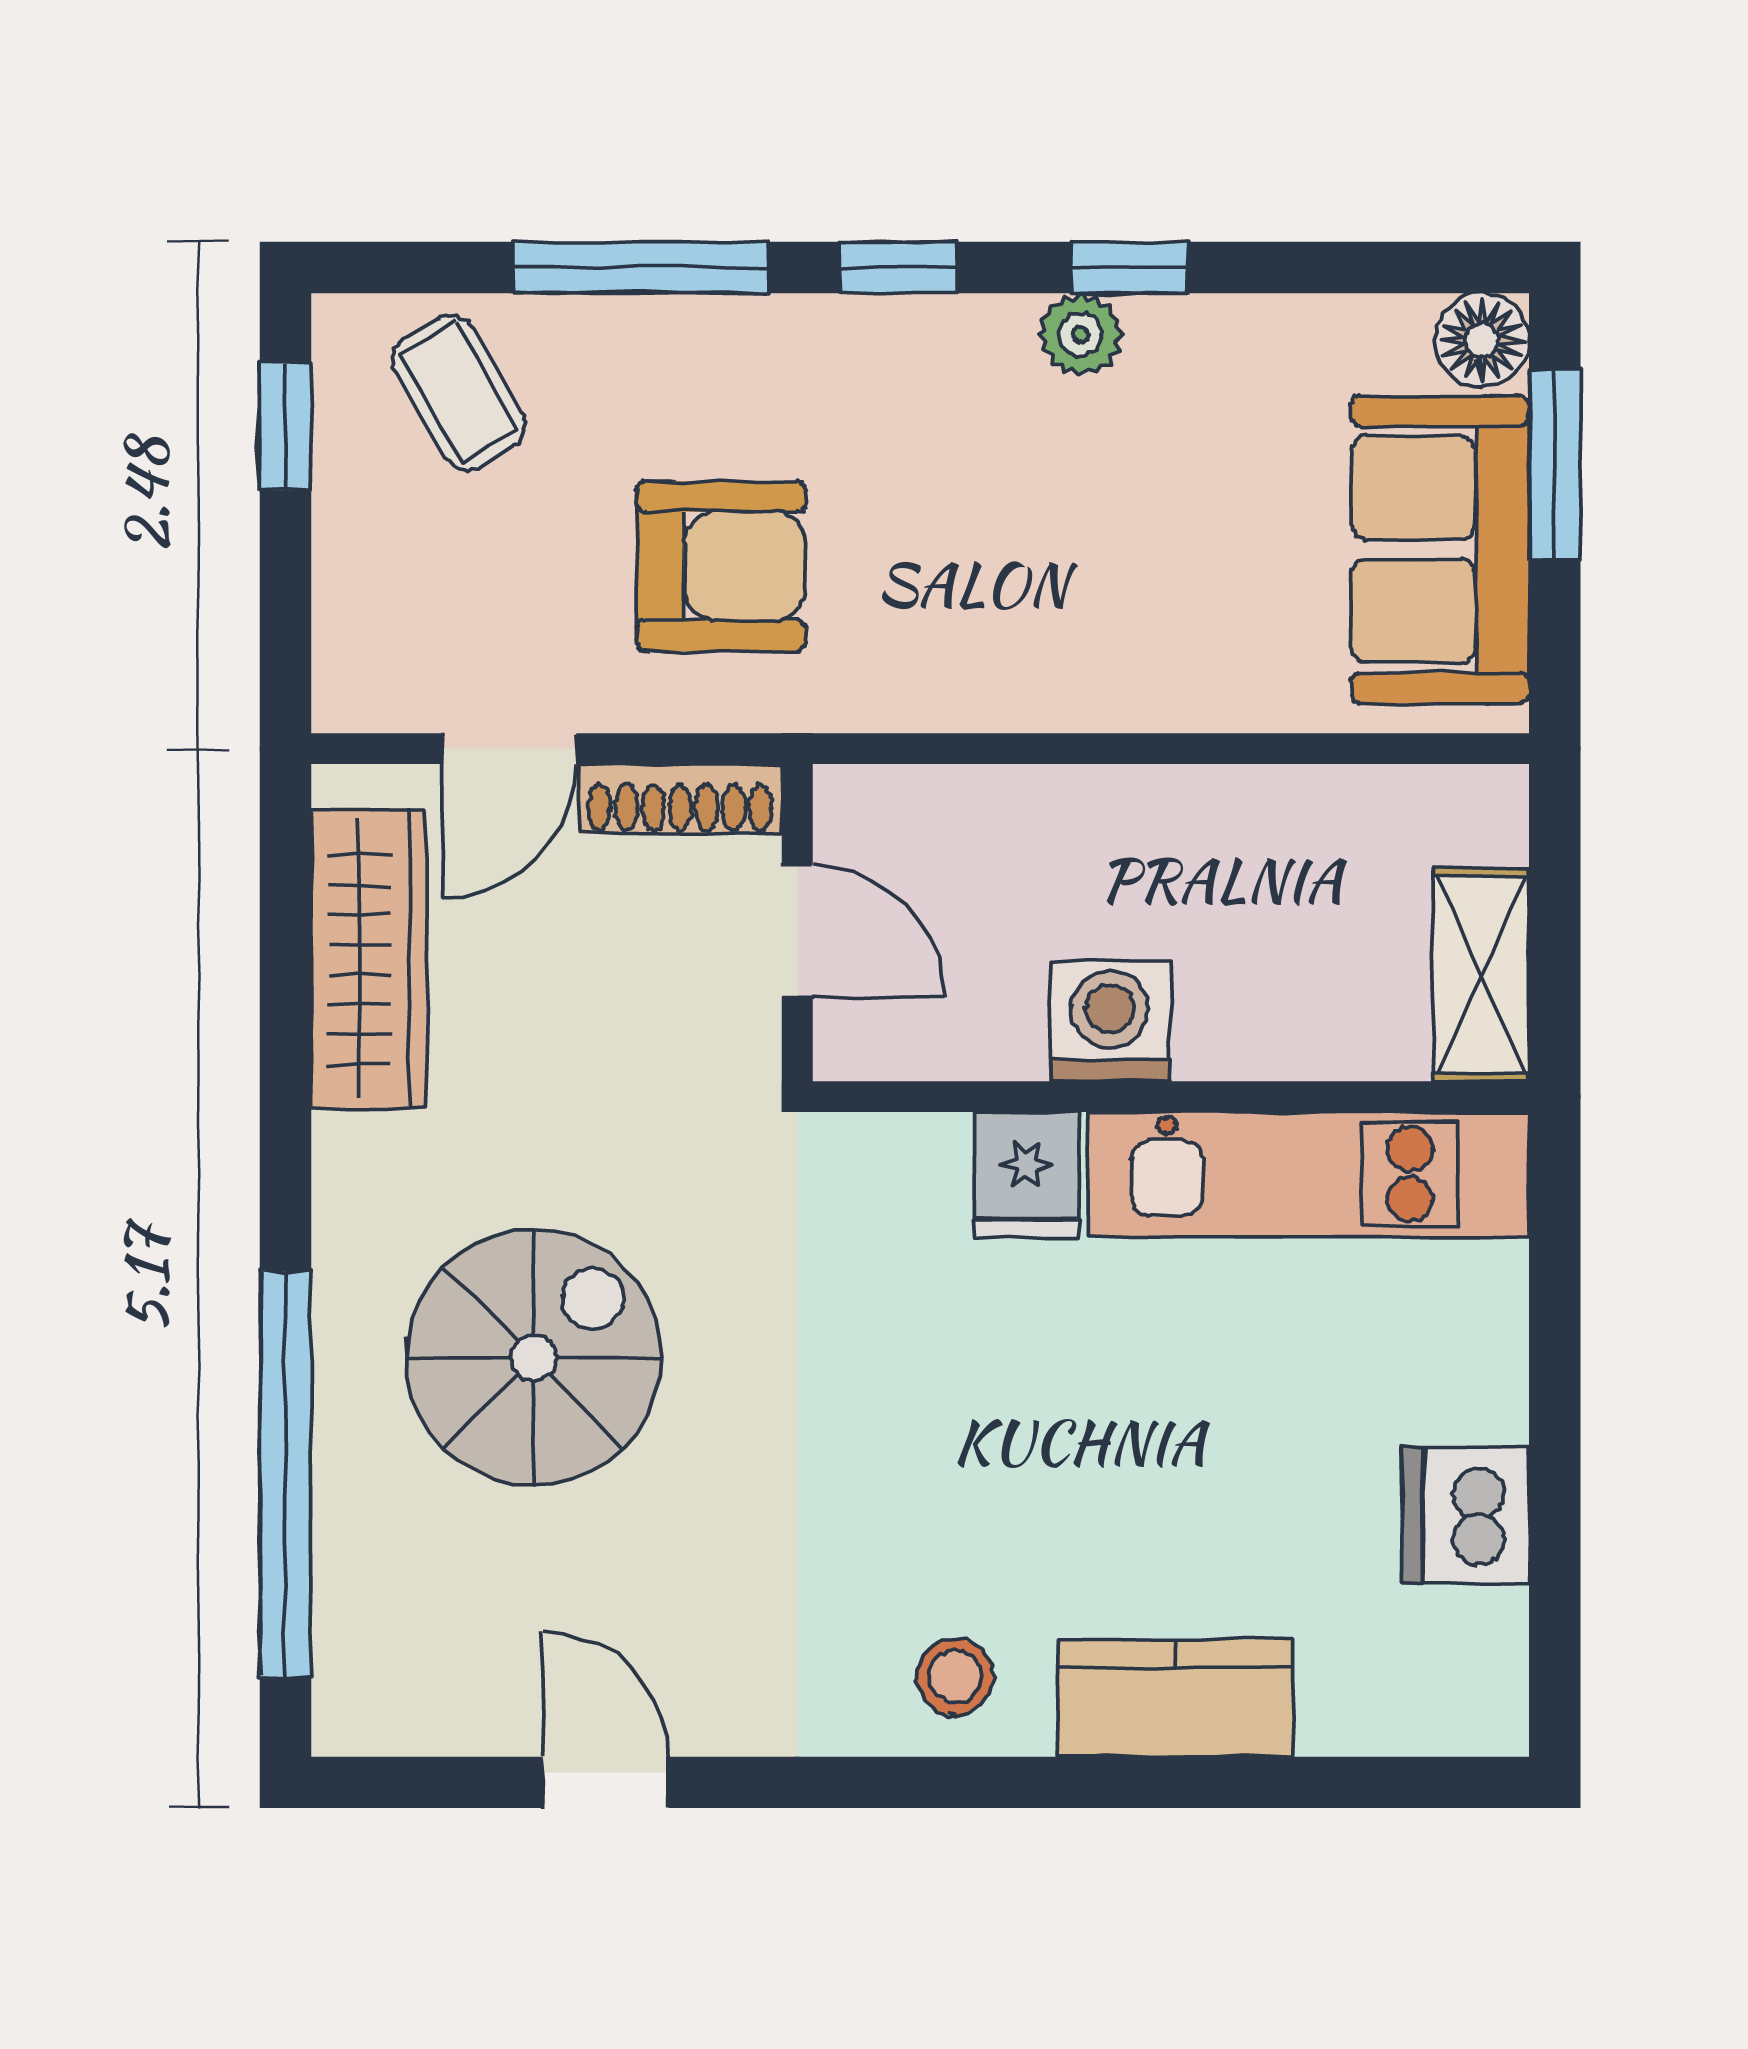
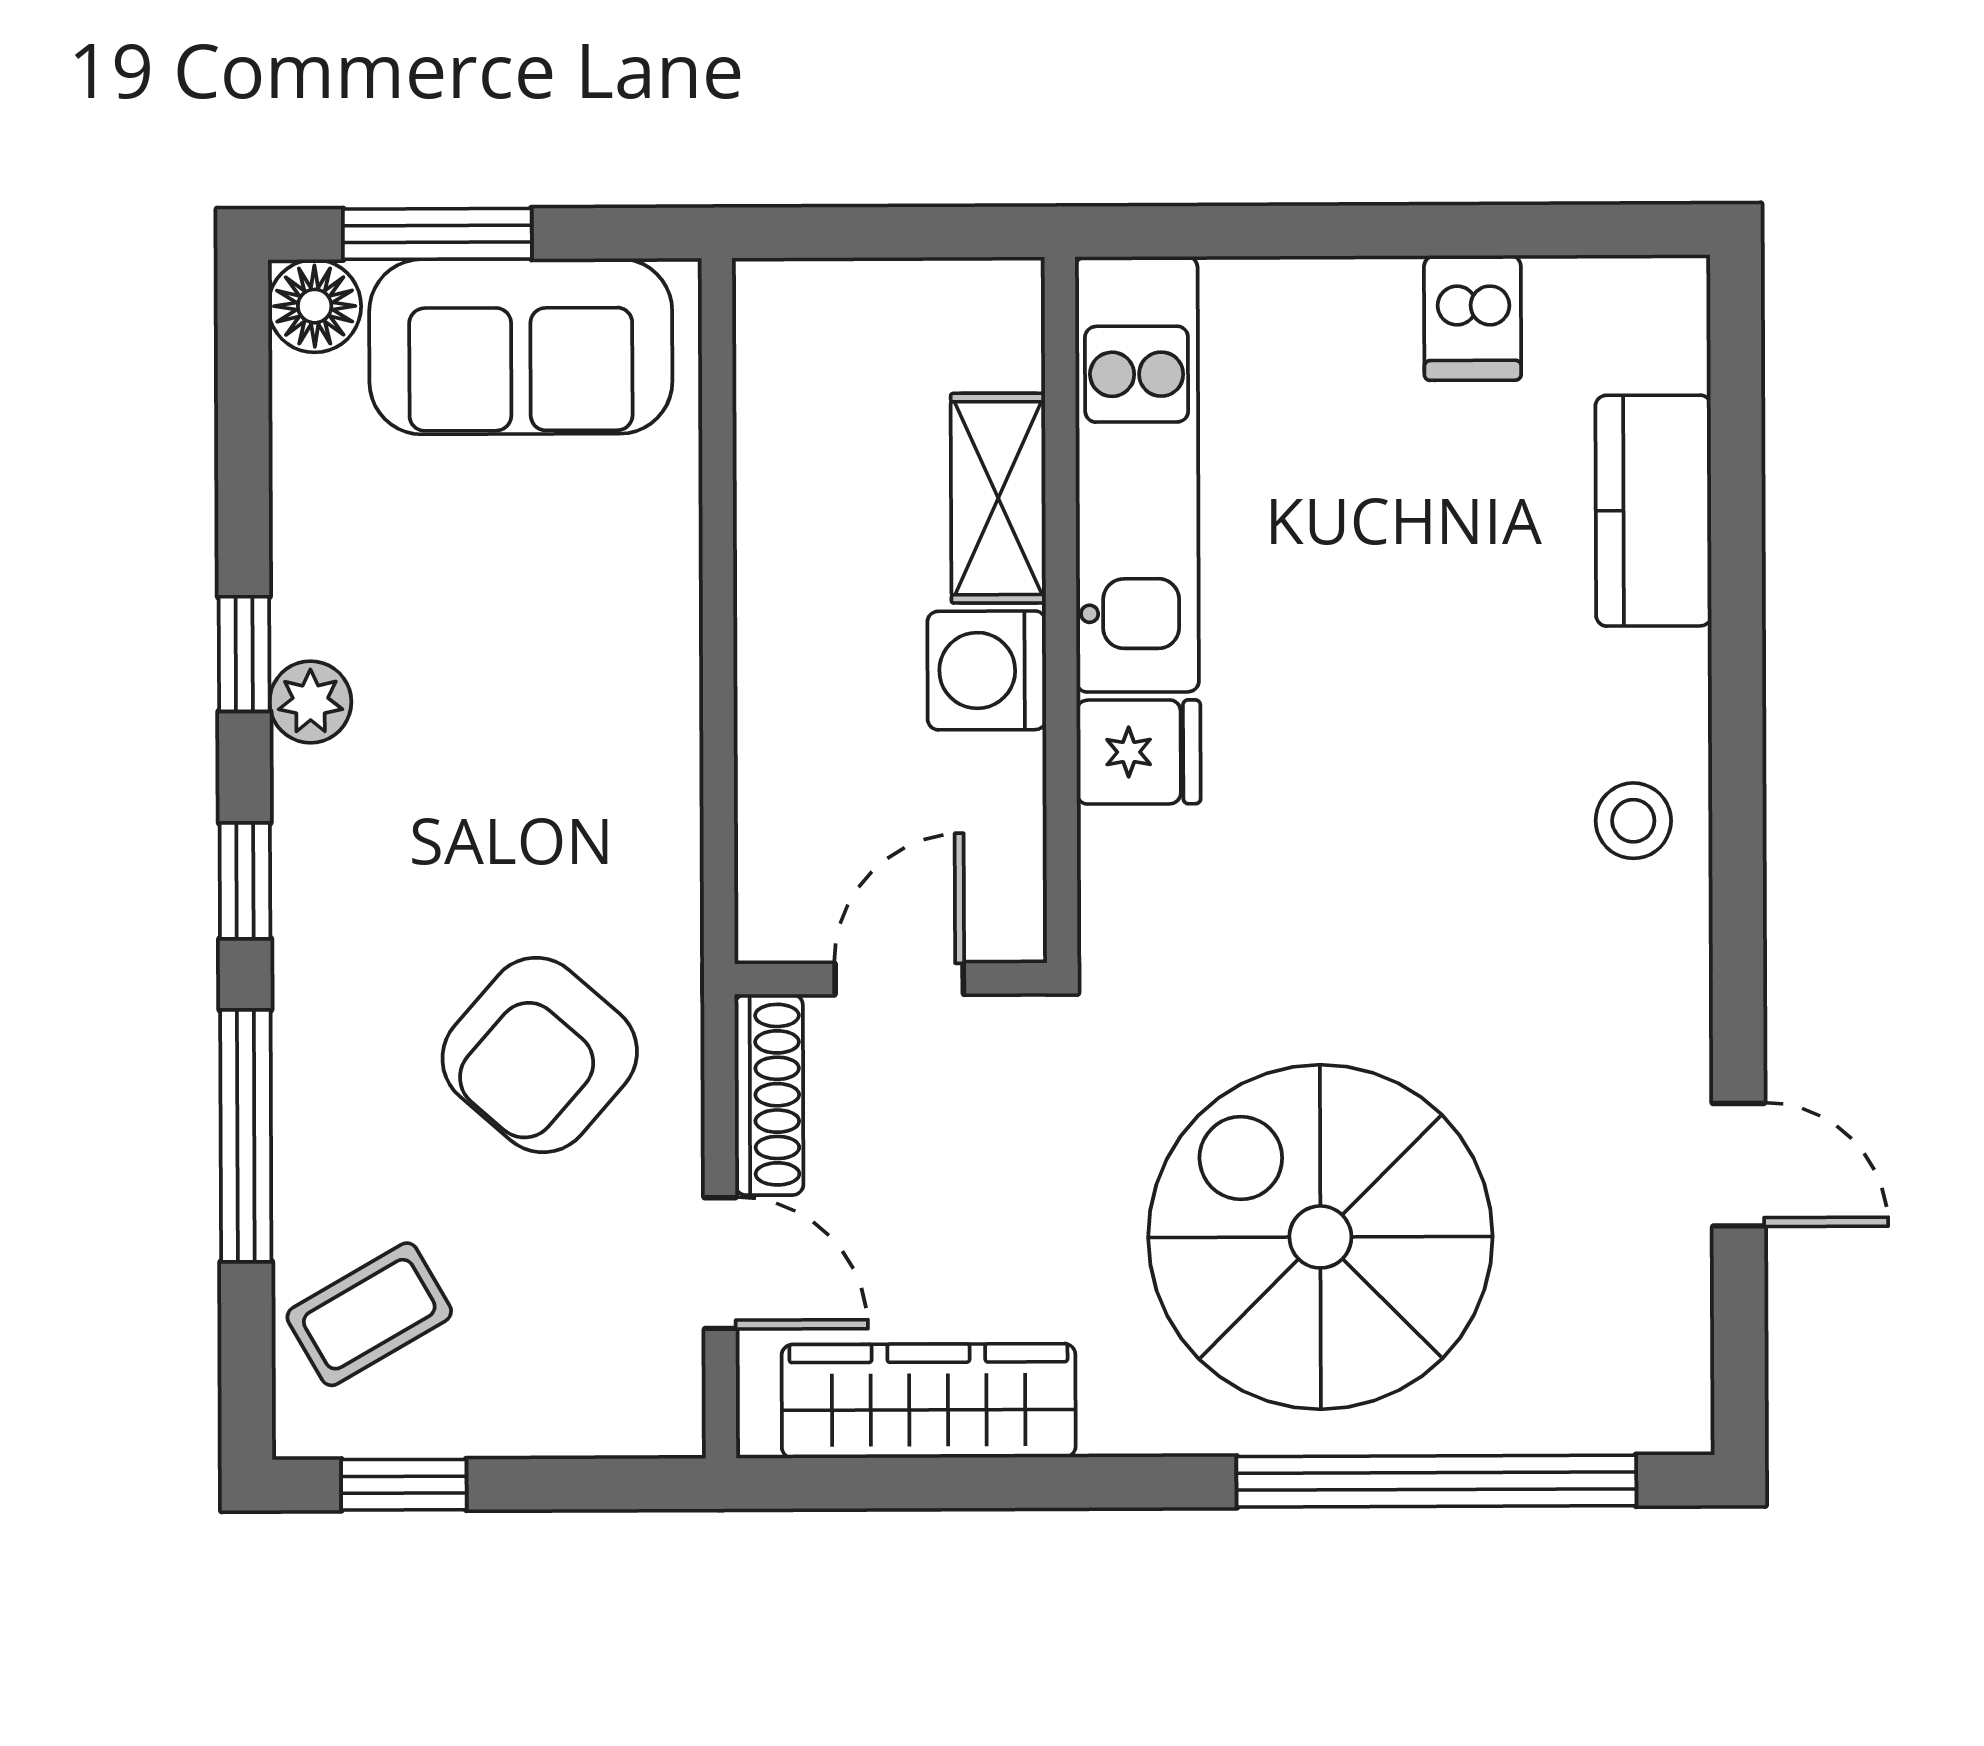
armchair: (721, 566) -> (540, 1055), turned -139
shelving: (1481, 975) -> (998, 498), moved, turned 90
spiral stairs: (534, 1358) -> (1320, 1237), width x1.37, depth x1.37
dishwasher: (1466, 1515) -> (1473, 318), width x0.73
kitchen counter: (1175, 1698) -> (1653, 511), moved
door: (606, 1782) -> (1739, 1165), swing flipped

